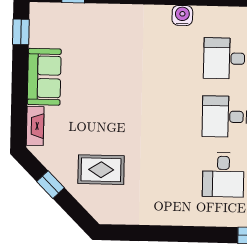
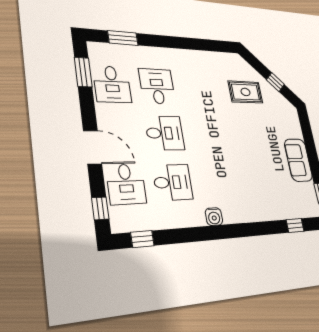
fireplace: (35, 126) -> (295, 124), removed

